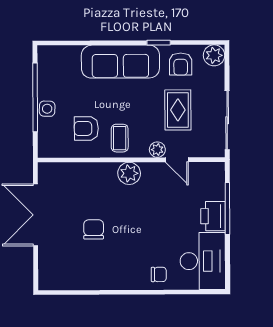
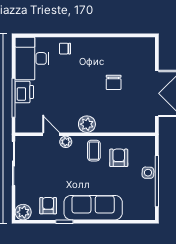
rug: (178, 110) -> (50, 171), removed
armchair: (86, 128) -> (119, 158), turned -90

